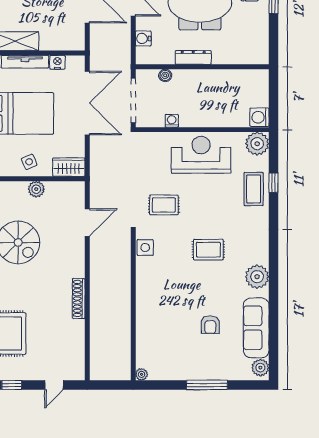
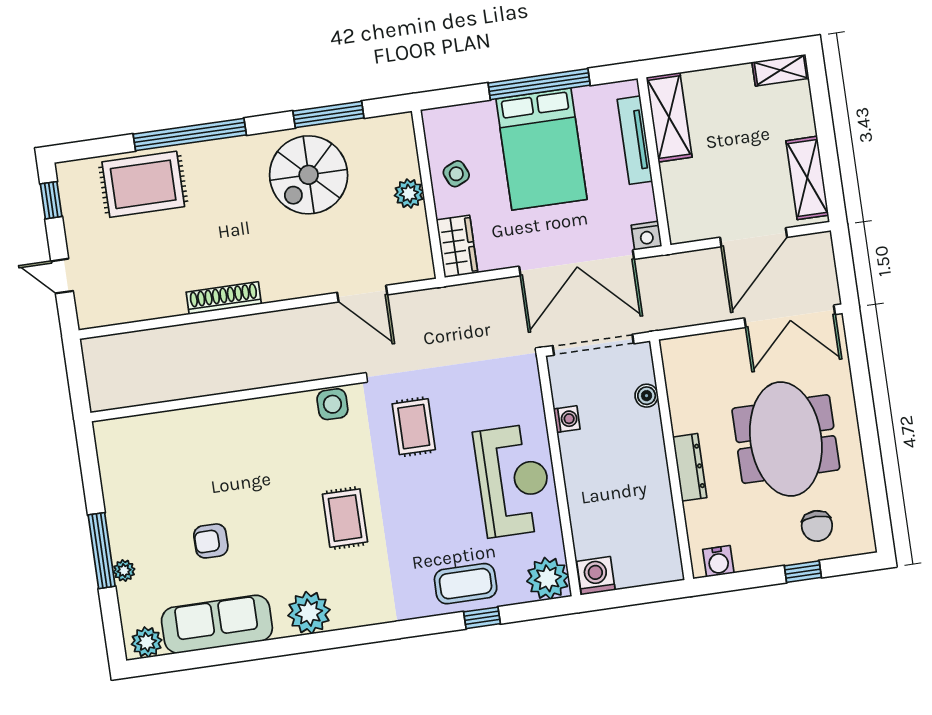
water cooler: (143, 38) -> (718, 561), moved, turned 180
dresser: (193, 57) -> (690, 467), moved
nightstand: (57, 62) -> (646, 236), moved, turned 90
plant: (142, 374) -> (124, 571), moved

